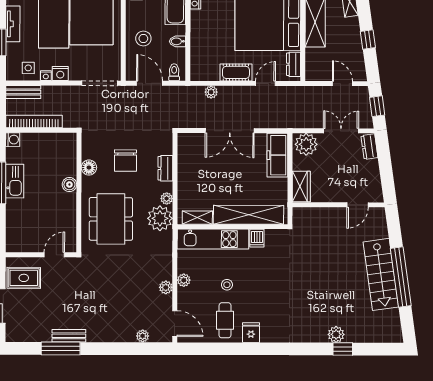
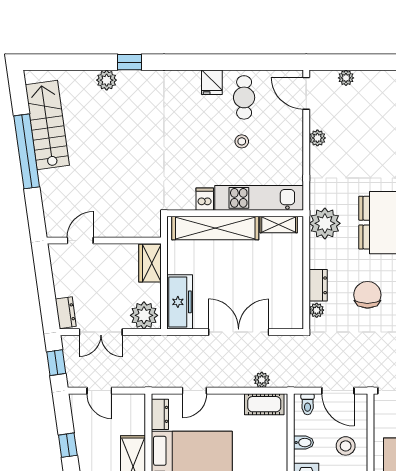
cot: (236, 72) -> (264, 404), moved
plant: (167, 199) -> (317, 310), moved
stairs: (381, 274) -> (47, 125), moved
plant: (184, 280) -> (295, 147), removed
window: (343, 349) -> (130, 62), moved

